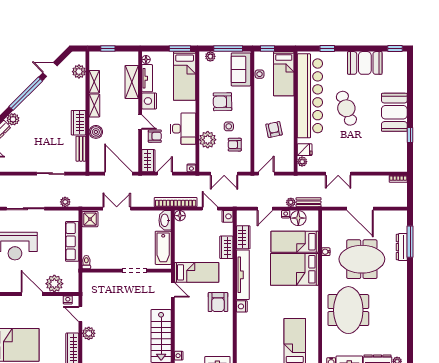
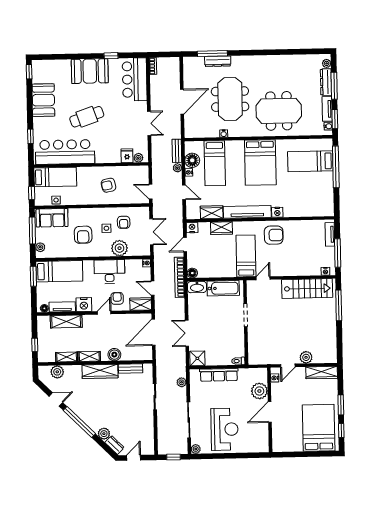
door: (50, 69) -> (56, 399), swing flipped
bar counter: (310, 96) -> (65, 152), width x0.73
wardrobe: (79, 123) -> (100, 371), width x1.50
bar counter: (385, 159) -> (135, 79), added
bed: (295, 269) -> (260, 162), moved

